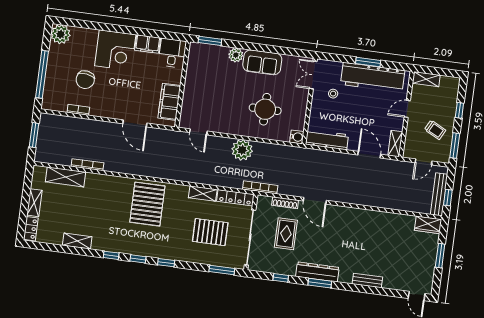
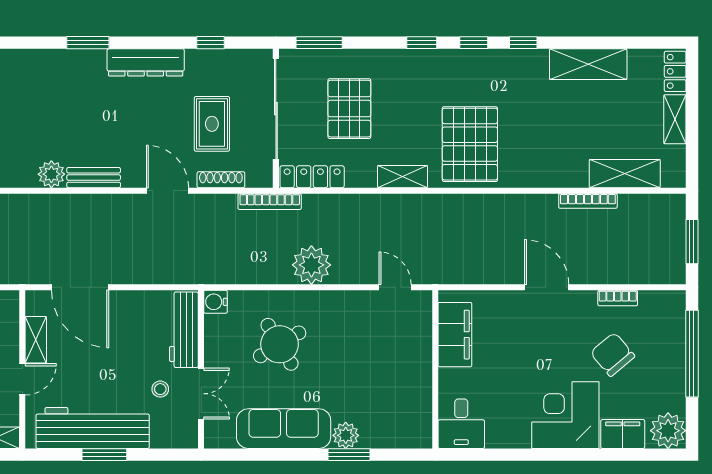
window: (210, 41) -> (349, 455), moved
filing cabinet: (148, 44) -> (623, 434), moved
sofa: (262, 62) -> (284, 429), width x1.36
double door: (313, 75) -> (201, 394), moved
chair: (85, 80) -> (613, 354), turned -49
round table: (265, 109) -> (280, 344), turned -31
door: (135, 123) -> (547, 287), moved
workbench: (327, 140) -> (184, 330), moved, turned 90
shelving: (395, 144) -> (36, 340), moved
door: (369, 155) -> (80, 287), width x1.36
shelving: (203, 194) -> (403, 177), moved
plant: (377, 218) -> (51, 174), added
pallet: (210, 232) -> (349, 109), turned 90
shelving: (77, 241) -> (588, 64), width x1.50, depth x1.33
bench: (367, 281) -> (94, 178), moved
window: (320, 283) -> (88, 43), moved

